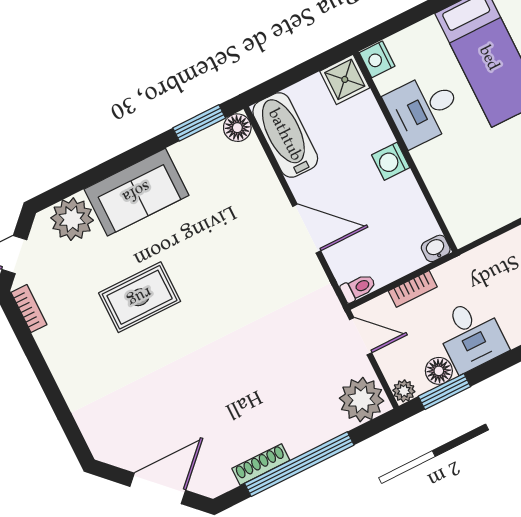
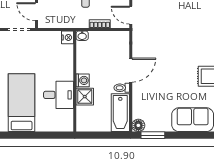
nightstand: (377, 59) -> (67, 37), moved
shower: (345, 79) -> (85, 97), moved
door: (307, 229) -> (131, 70), swing flipped
toilet: (358, 288) -> (122, 88), moved

